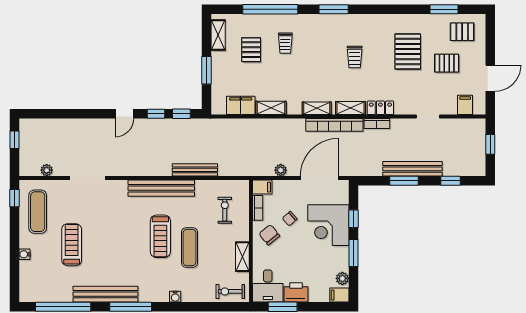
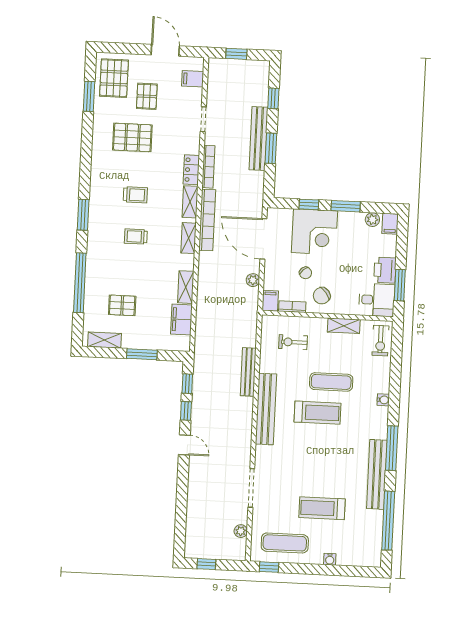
pallet: (462, 32) -> (114, 78), width x1.50, depth x1.42
trolley: (285, 43) -> (136, 237), moved, turned 180
bookcase: (377, 124) -> (208, 167), width x1.56

